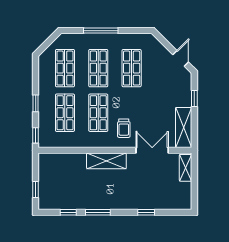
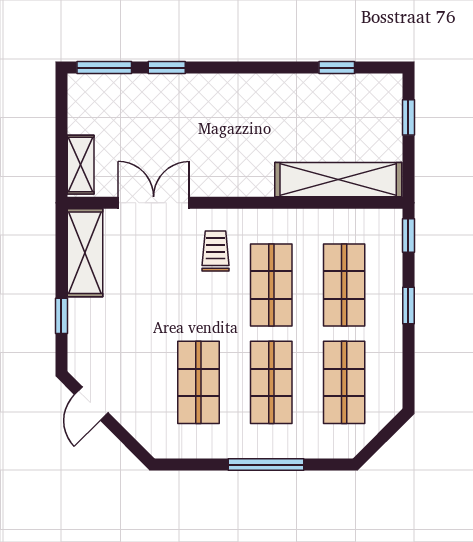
double door: (152, 150) -> (154, 203), swing flipped
shelving: (106, 161) -> (338, 180), moved, width x1.47
window: (98, 212) -> (104, 68), moved

